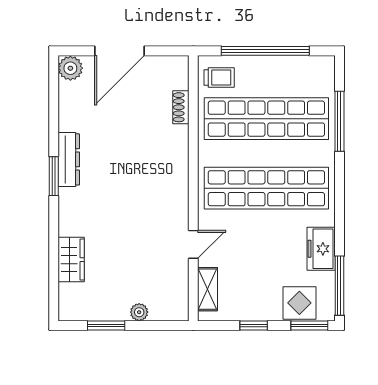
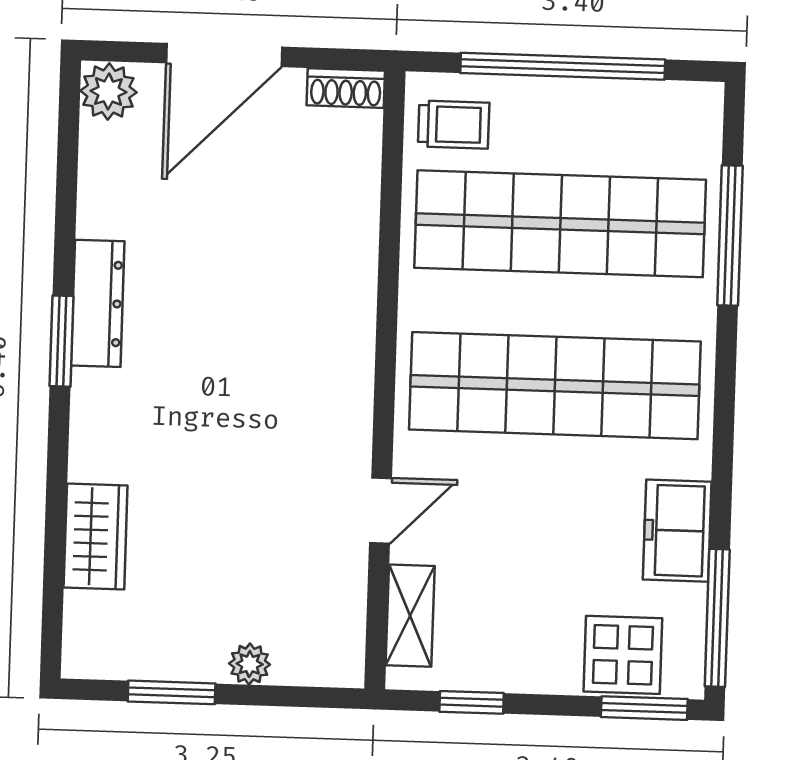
shoe rack: (181, 107) -> (346, 88), moved, turned -90
window: (254, 326) -> (472, 702), moved

